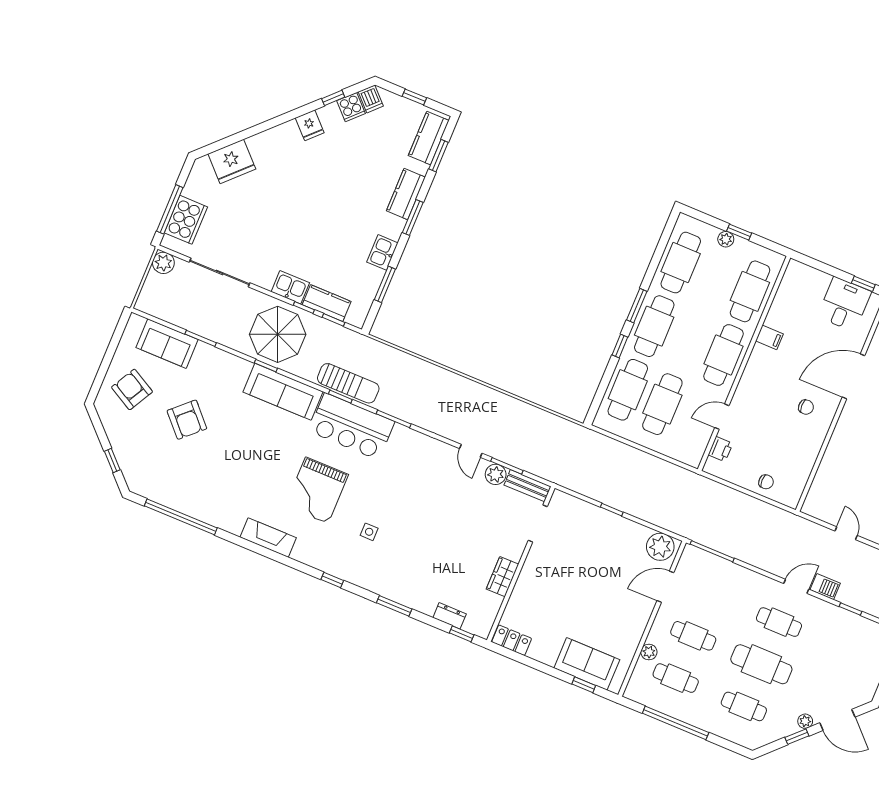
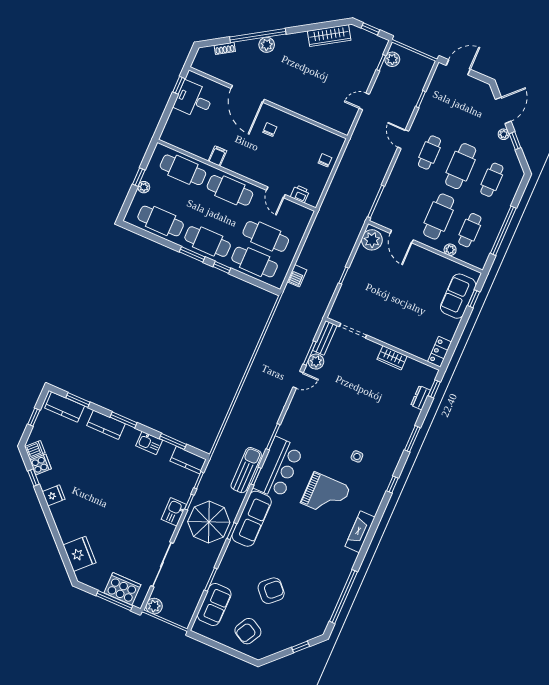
kitchen counter: (327, 303) -> (188, 460), moved, turned -90
barbecue: (825, 587) -> (297, 276), moved, turned 180
cafe table: (693, 636) -> (439, 217), width x1.37, depth x1.35

